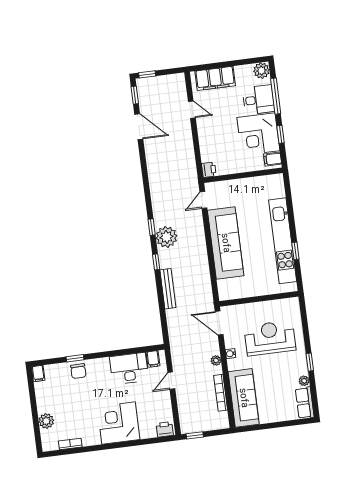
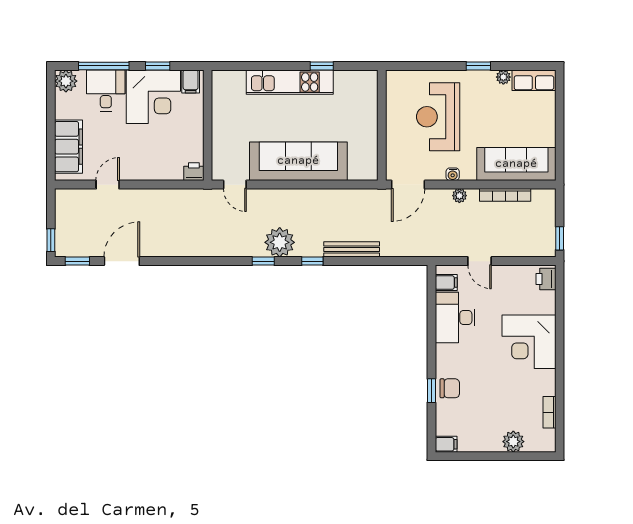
kitchen unit: (283, 241) -> (290, 82), width x0.73

